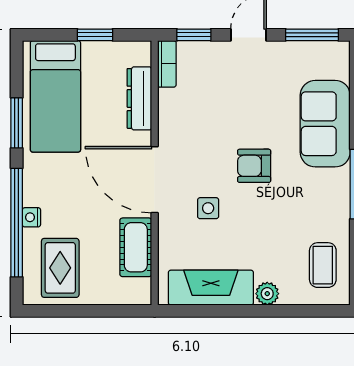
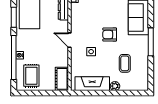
door: (155, 180) -> (70, 40), width x0.53
cot: (136, 247) -> (62, 79), moved
coffee table: (323, 265) -> (125, 63), moved

